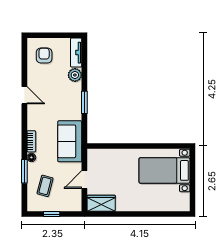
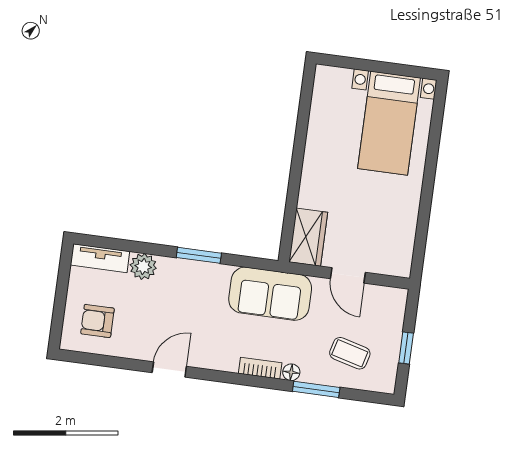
bed with nightstands: (164, 170) -> (389, 123), moved
wardrobe: (101, 203) -> (308, 237), moved, turned 180

